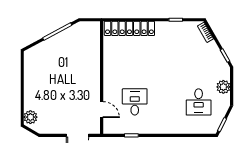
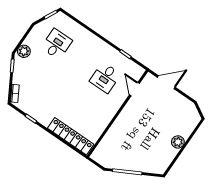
plant: (223, 87) -> (24, 51), moved
plant: (30, 117) -> (178, 142), moved

